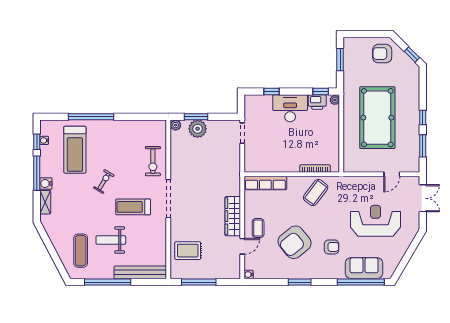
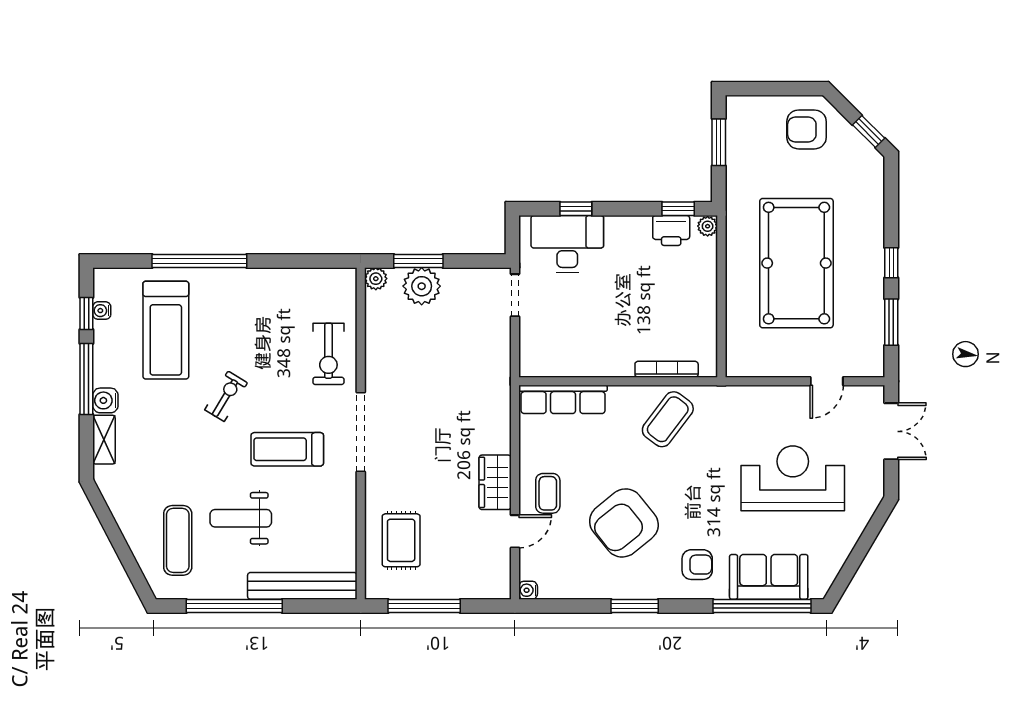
desk: (290, 108) -> (567, 244), moved
wardrobe: (233, 216) -> (495, 482), width x0.67
armchair: (332, 247) -> (697, 565), moved
rug: (188, 251) -> (401, 540), turned 90

